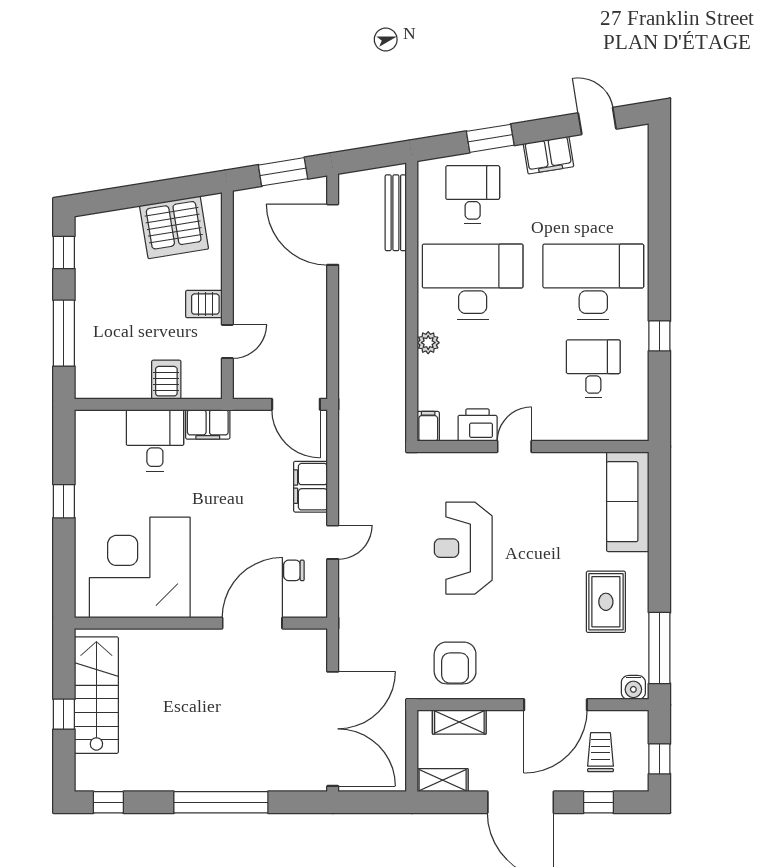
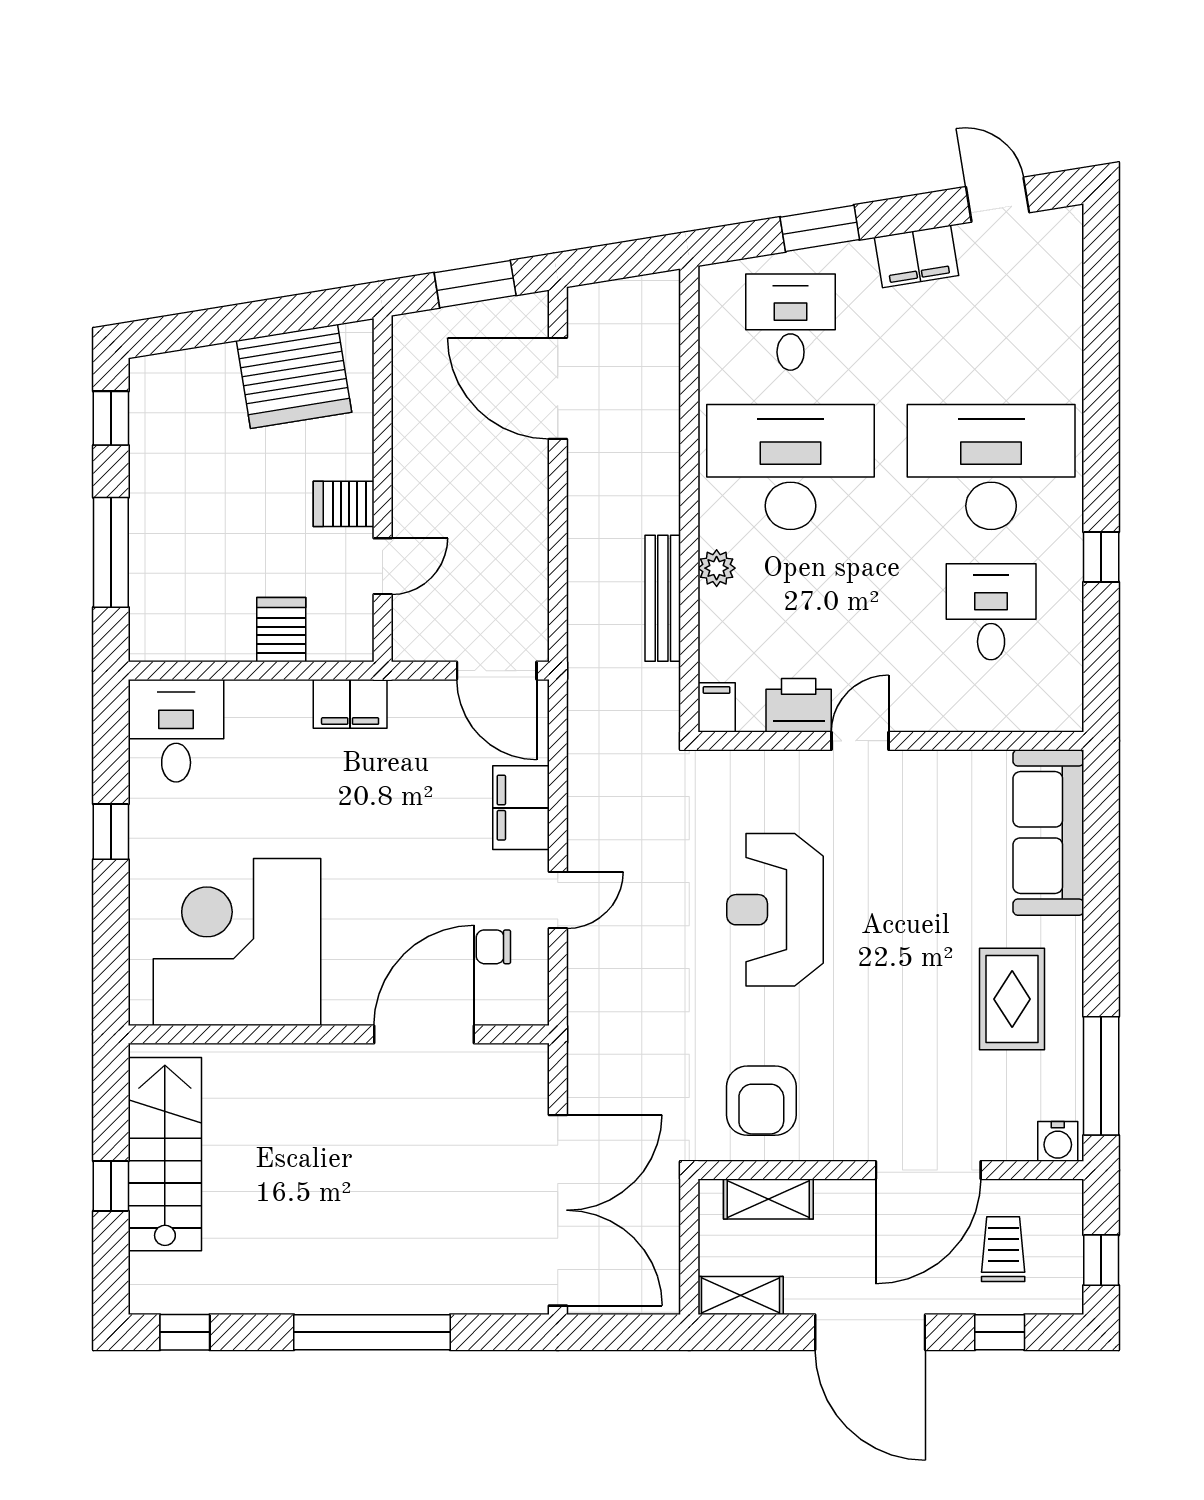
bench: (396, 213) -> (663, 598), moved
desk: (155, 440) -> (176, 731), moved

